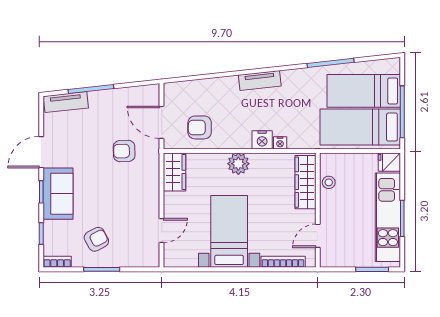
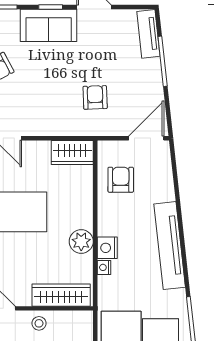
tv unit: (260, 80) -> (170, 246), width x1.92, depth x1.29
door: (162, 122) -> (146, 138), moved
plant: (238, 164) -> (81, 242), moved
stool: (329, 182) -> (39, 323), moved

